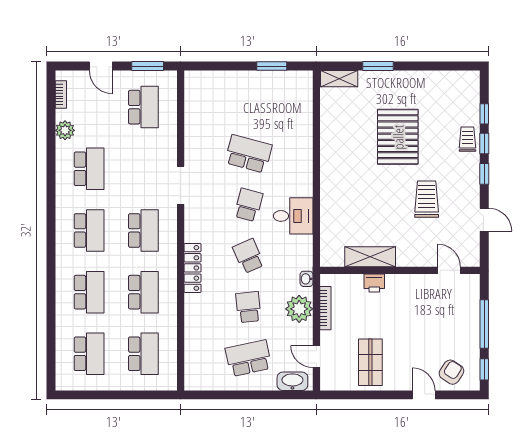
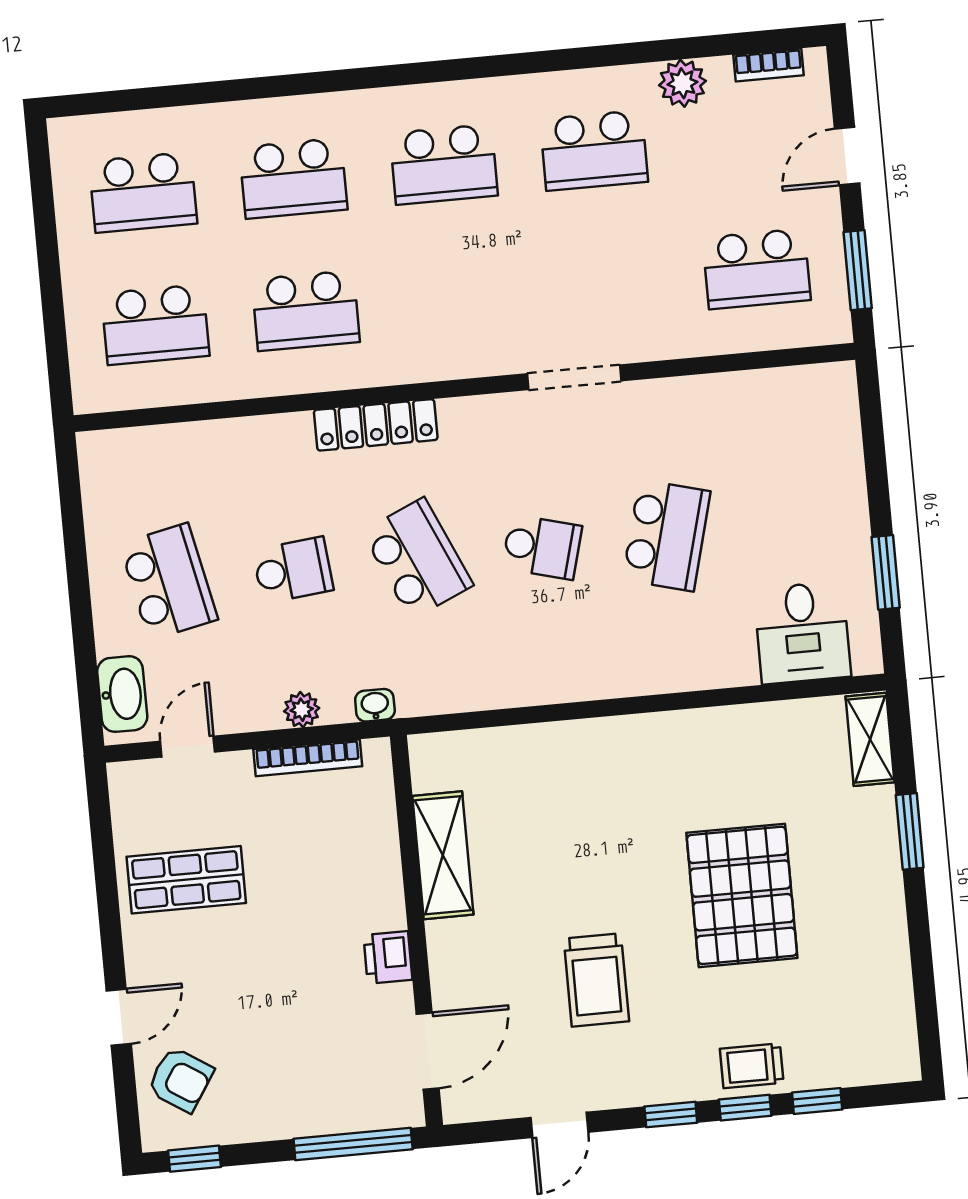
pallet: (398, 137) -> (742, 895), turned 90
trolley: (467, 139) -> (752, 1066), turned 180
trolley: (427, 199) -> (596, 980), turned 90
desk: (293, 216) -> (802, 633), moved
school desk: (143, 230) -> (456, 297), removed
school desk: (248, 256) -> (417, 559), width x1.85
door: (449, 270) -> (428, 1051), width x1.38
printer: (374, 283) -> (388, 957), moved
plant: (299, 309) -> (302, 710), width x0.53, depth x0.53
window: (484, 324) -> (353, 1144), moved

